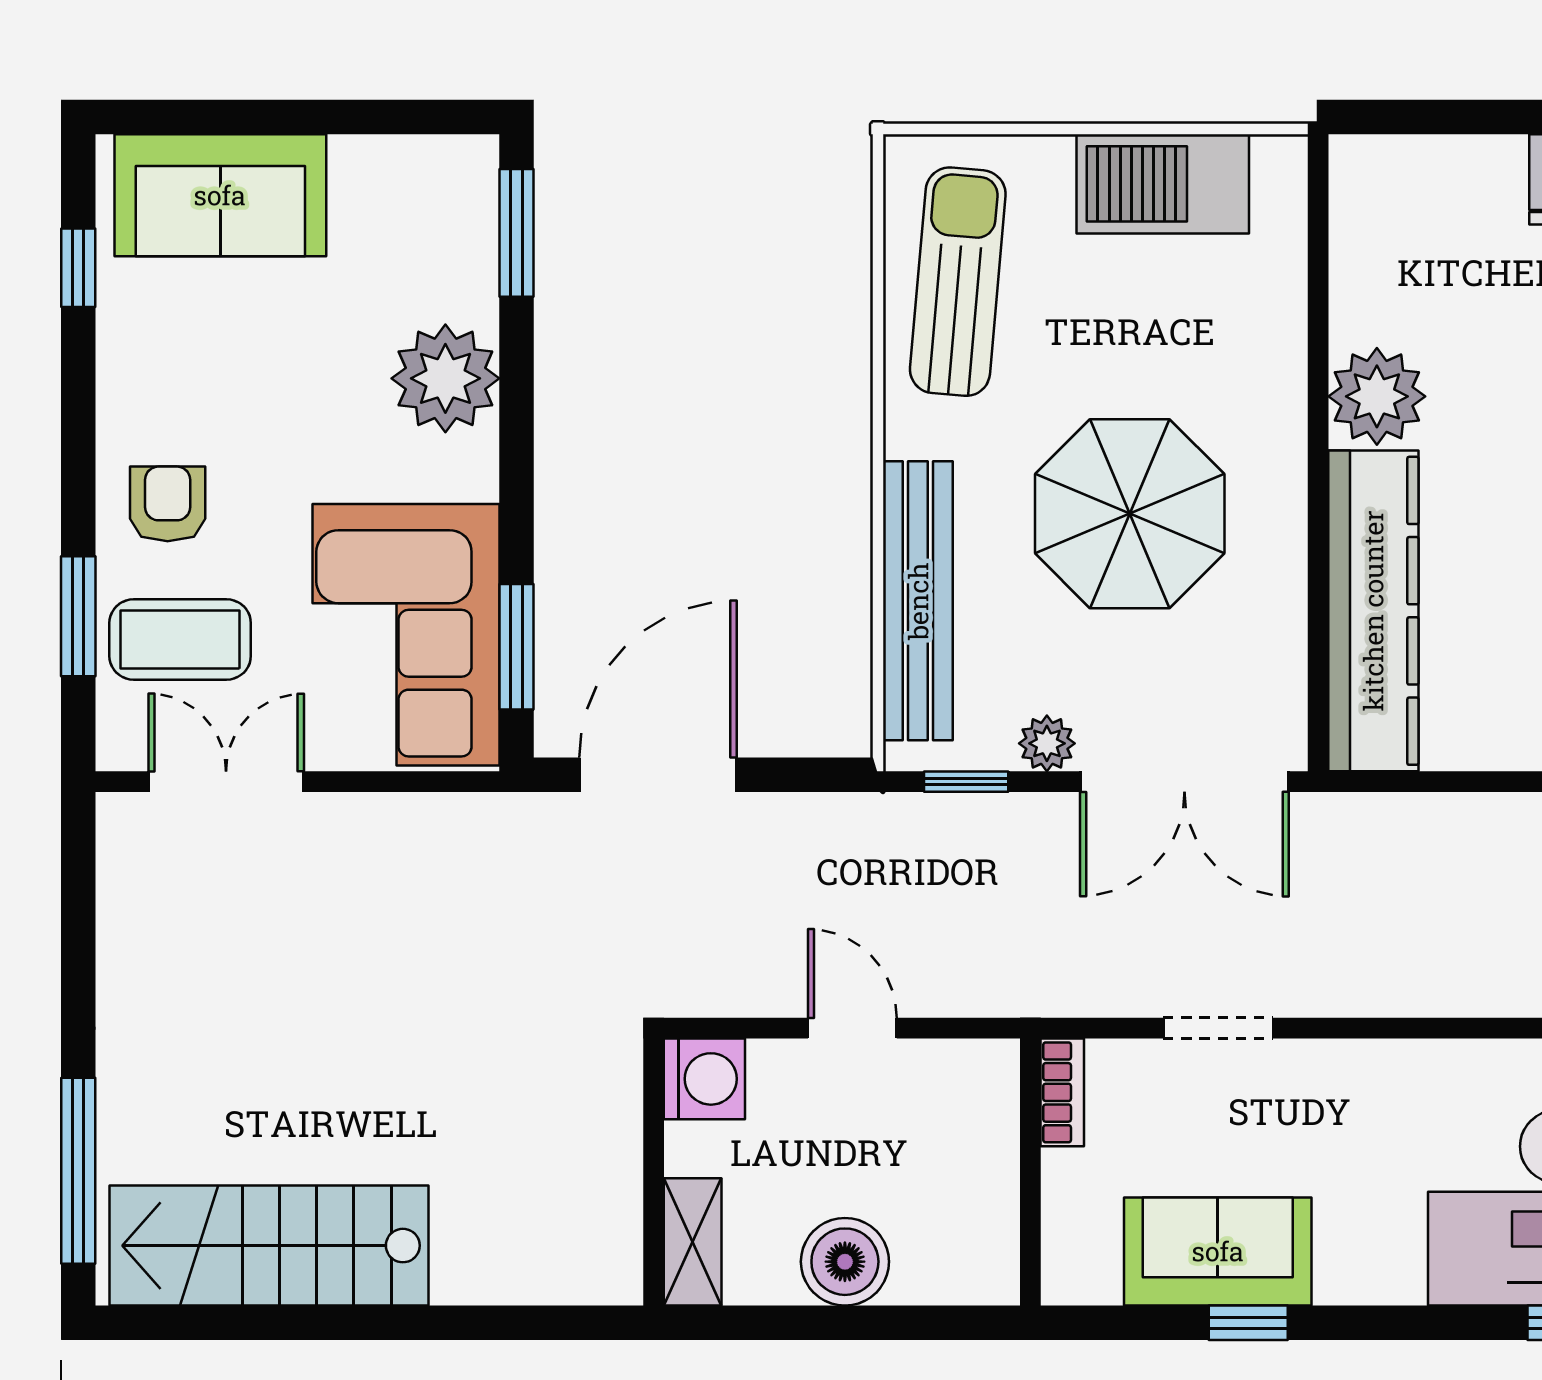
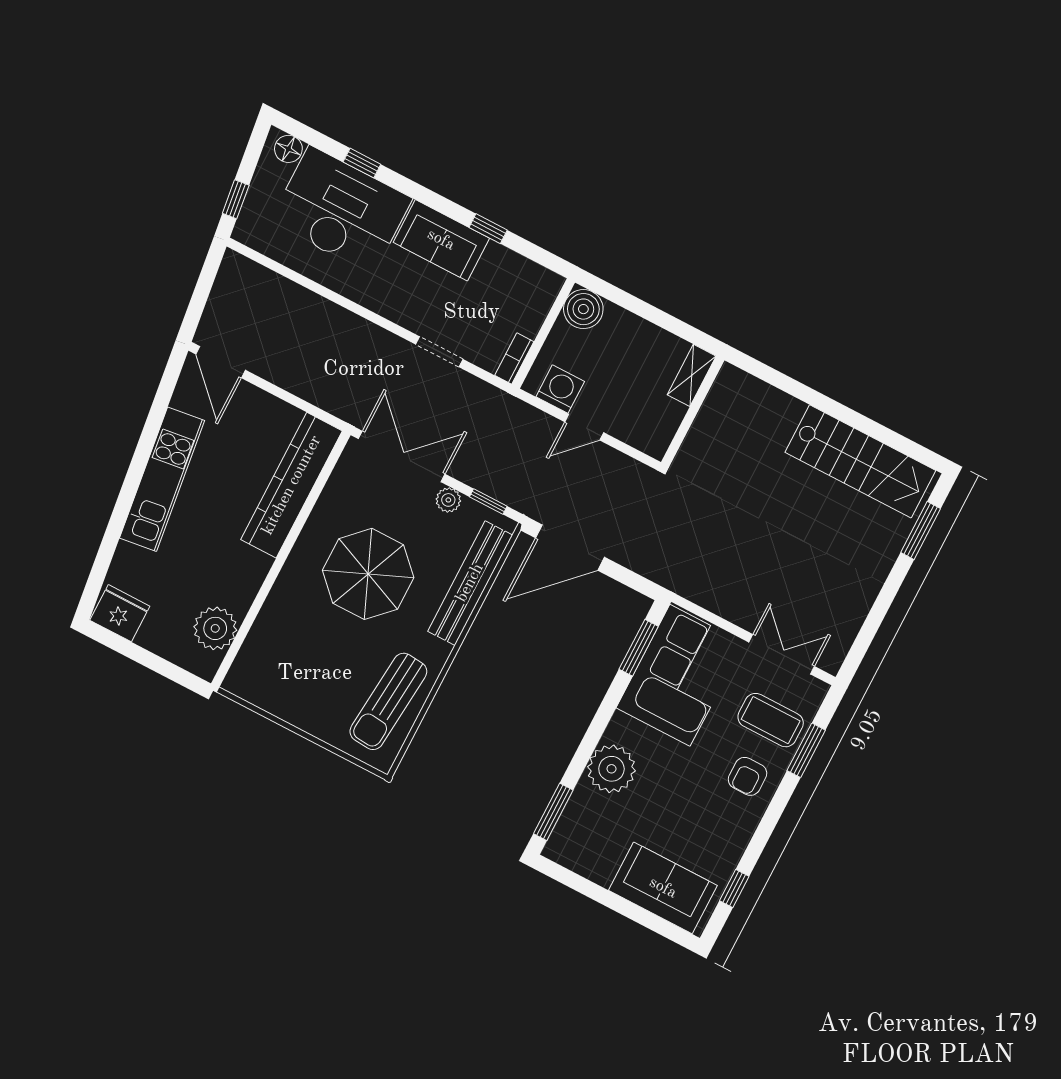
barbecue: (1163, 184) -> (287, 698), removed
plant: (1377, 396) -> (215, 628), moved
door: (658, 775) -> (570, 548), moved
double door: (226, 782) -> (782, 654), swing flipped
door: (852, 1028) -> (584, 427), hinge flipped
washing machine: (704, 1079) -> (560, 389), moved, turned 90
window: (78, 1171) -> (921, 530), width x0.69
sofa: (1218, 1251) -> (441, 240), moved
boiler: (845, 1262) -> (583, 309), moved

